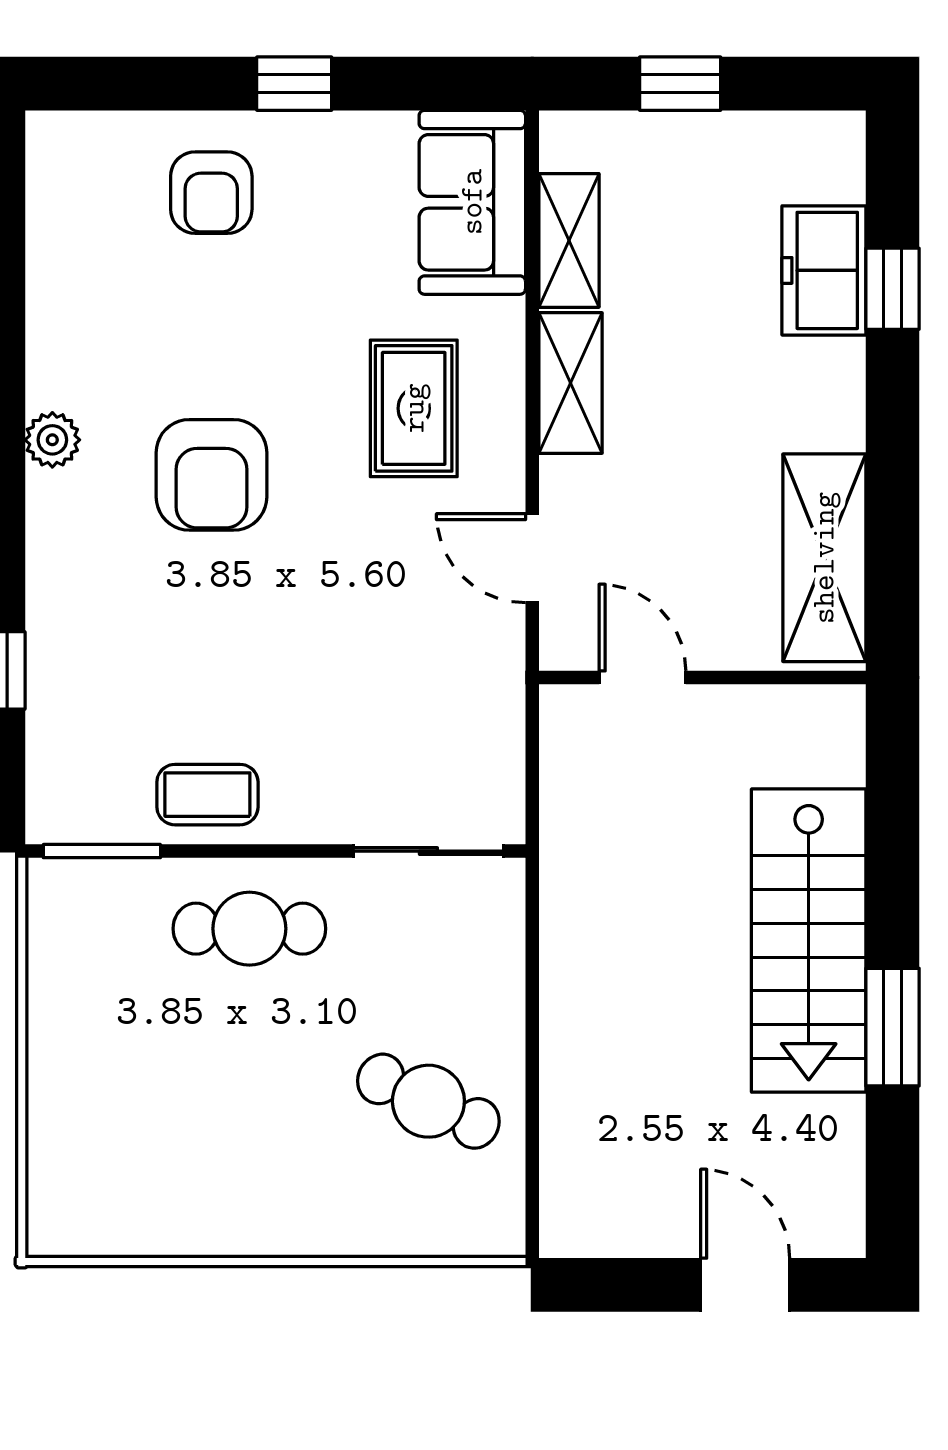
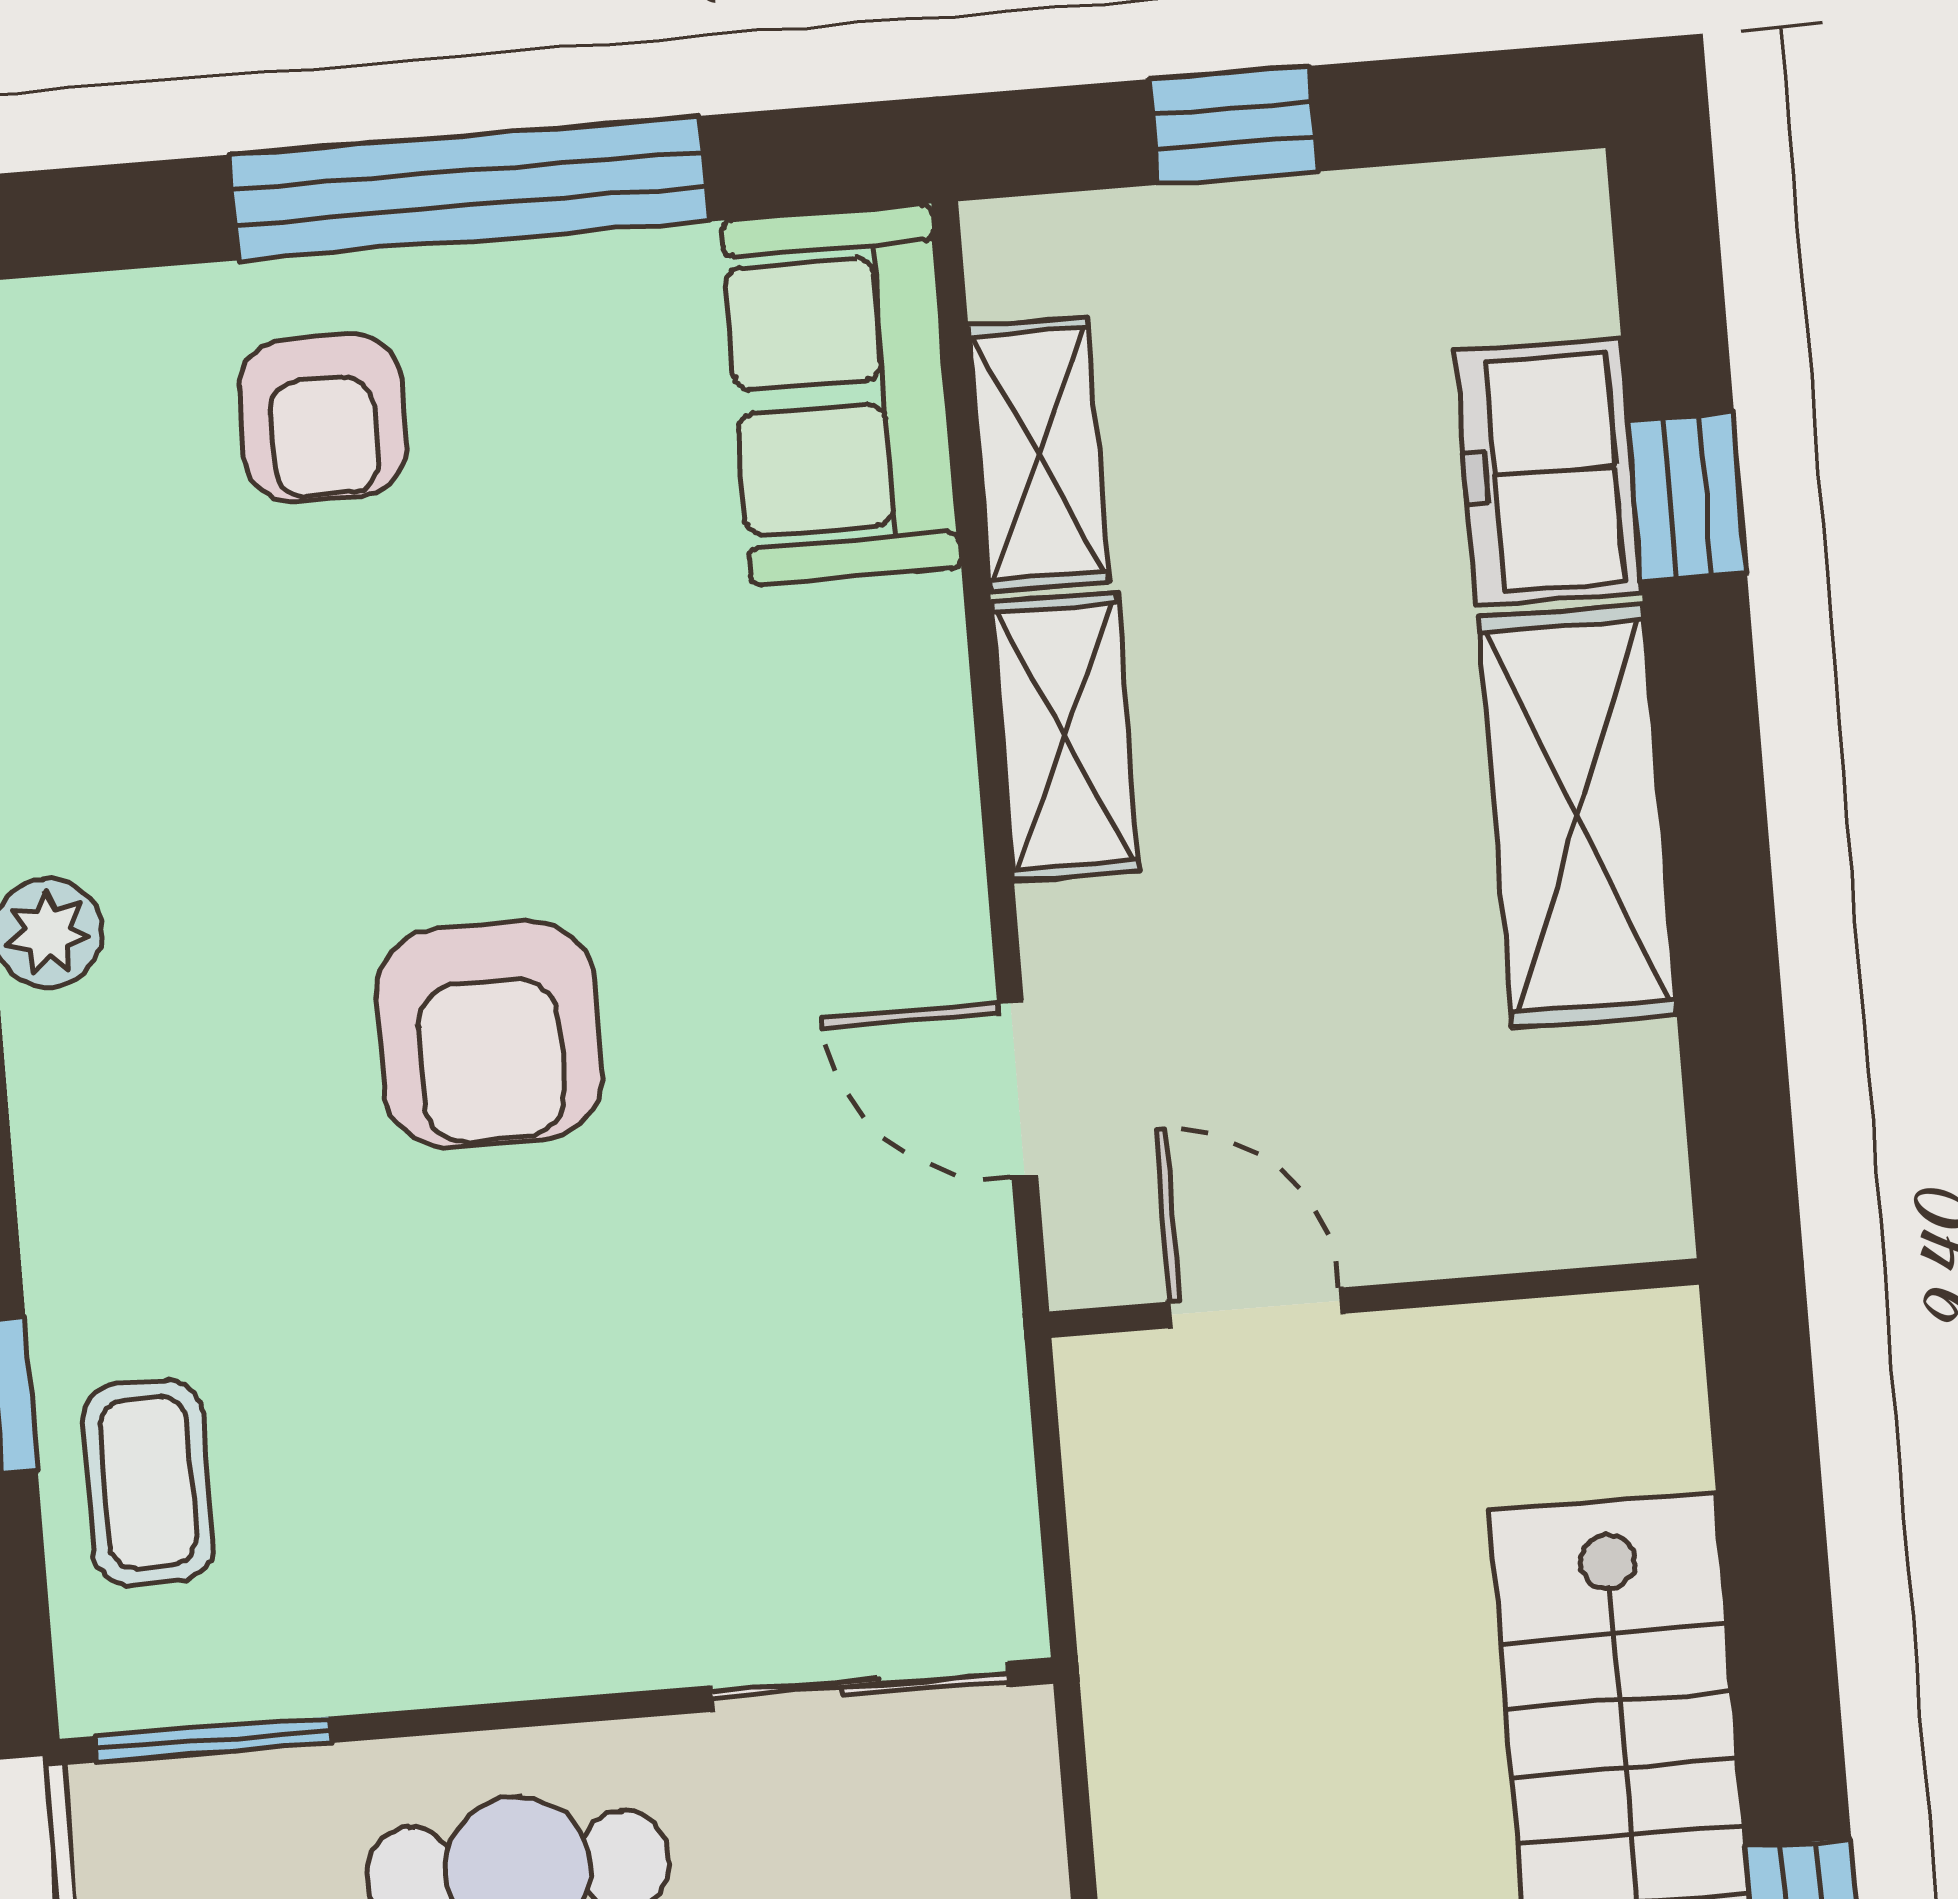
window: (294, 84) -> (469, 188), width x3.17
rug: (414, 408) -> (759, 812), removed
armchair: (211, 475) -> (489, 1034), moved
shelving: (824, 558) -> (1578, 816), moved
coffee table: (207, 795) -> (148, 1482), moved, turned 90

